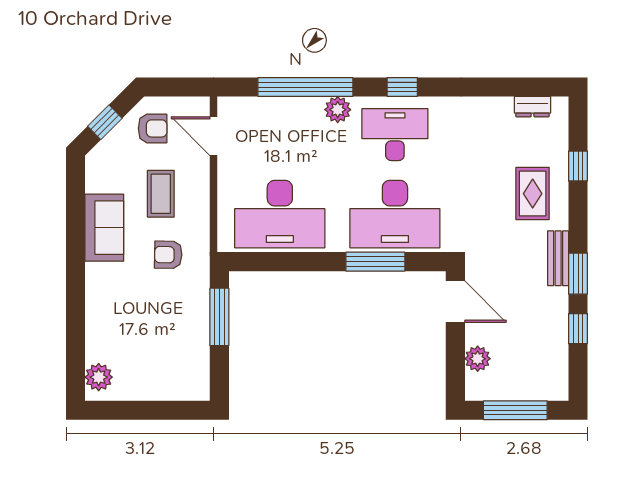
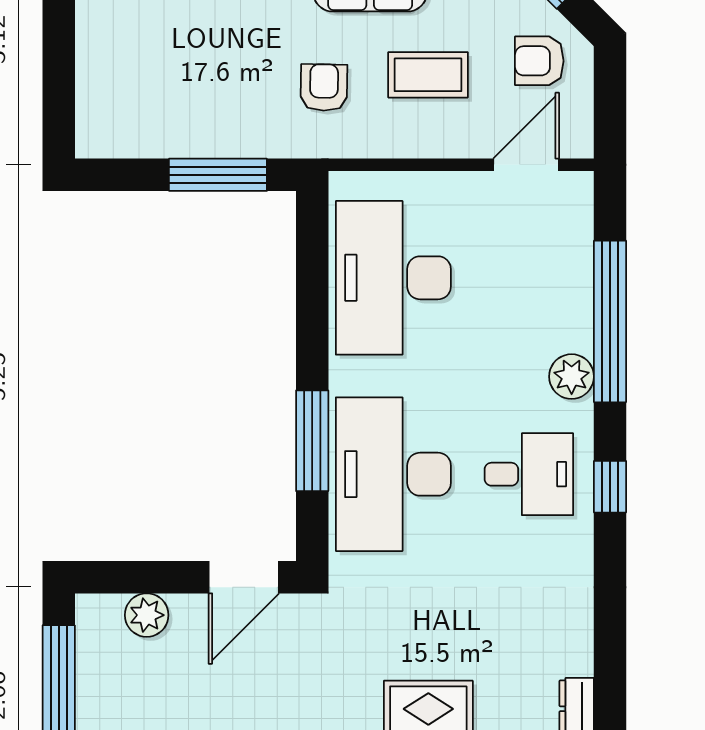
armchair: (153, 128) -> (539, 61), turned 90
desk: (395, 135) -> (529, 474), width x0.73

